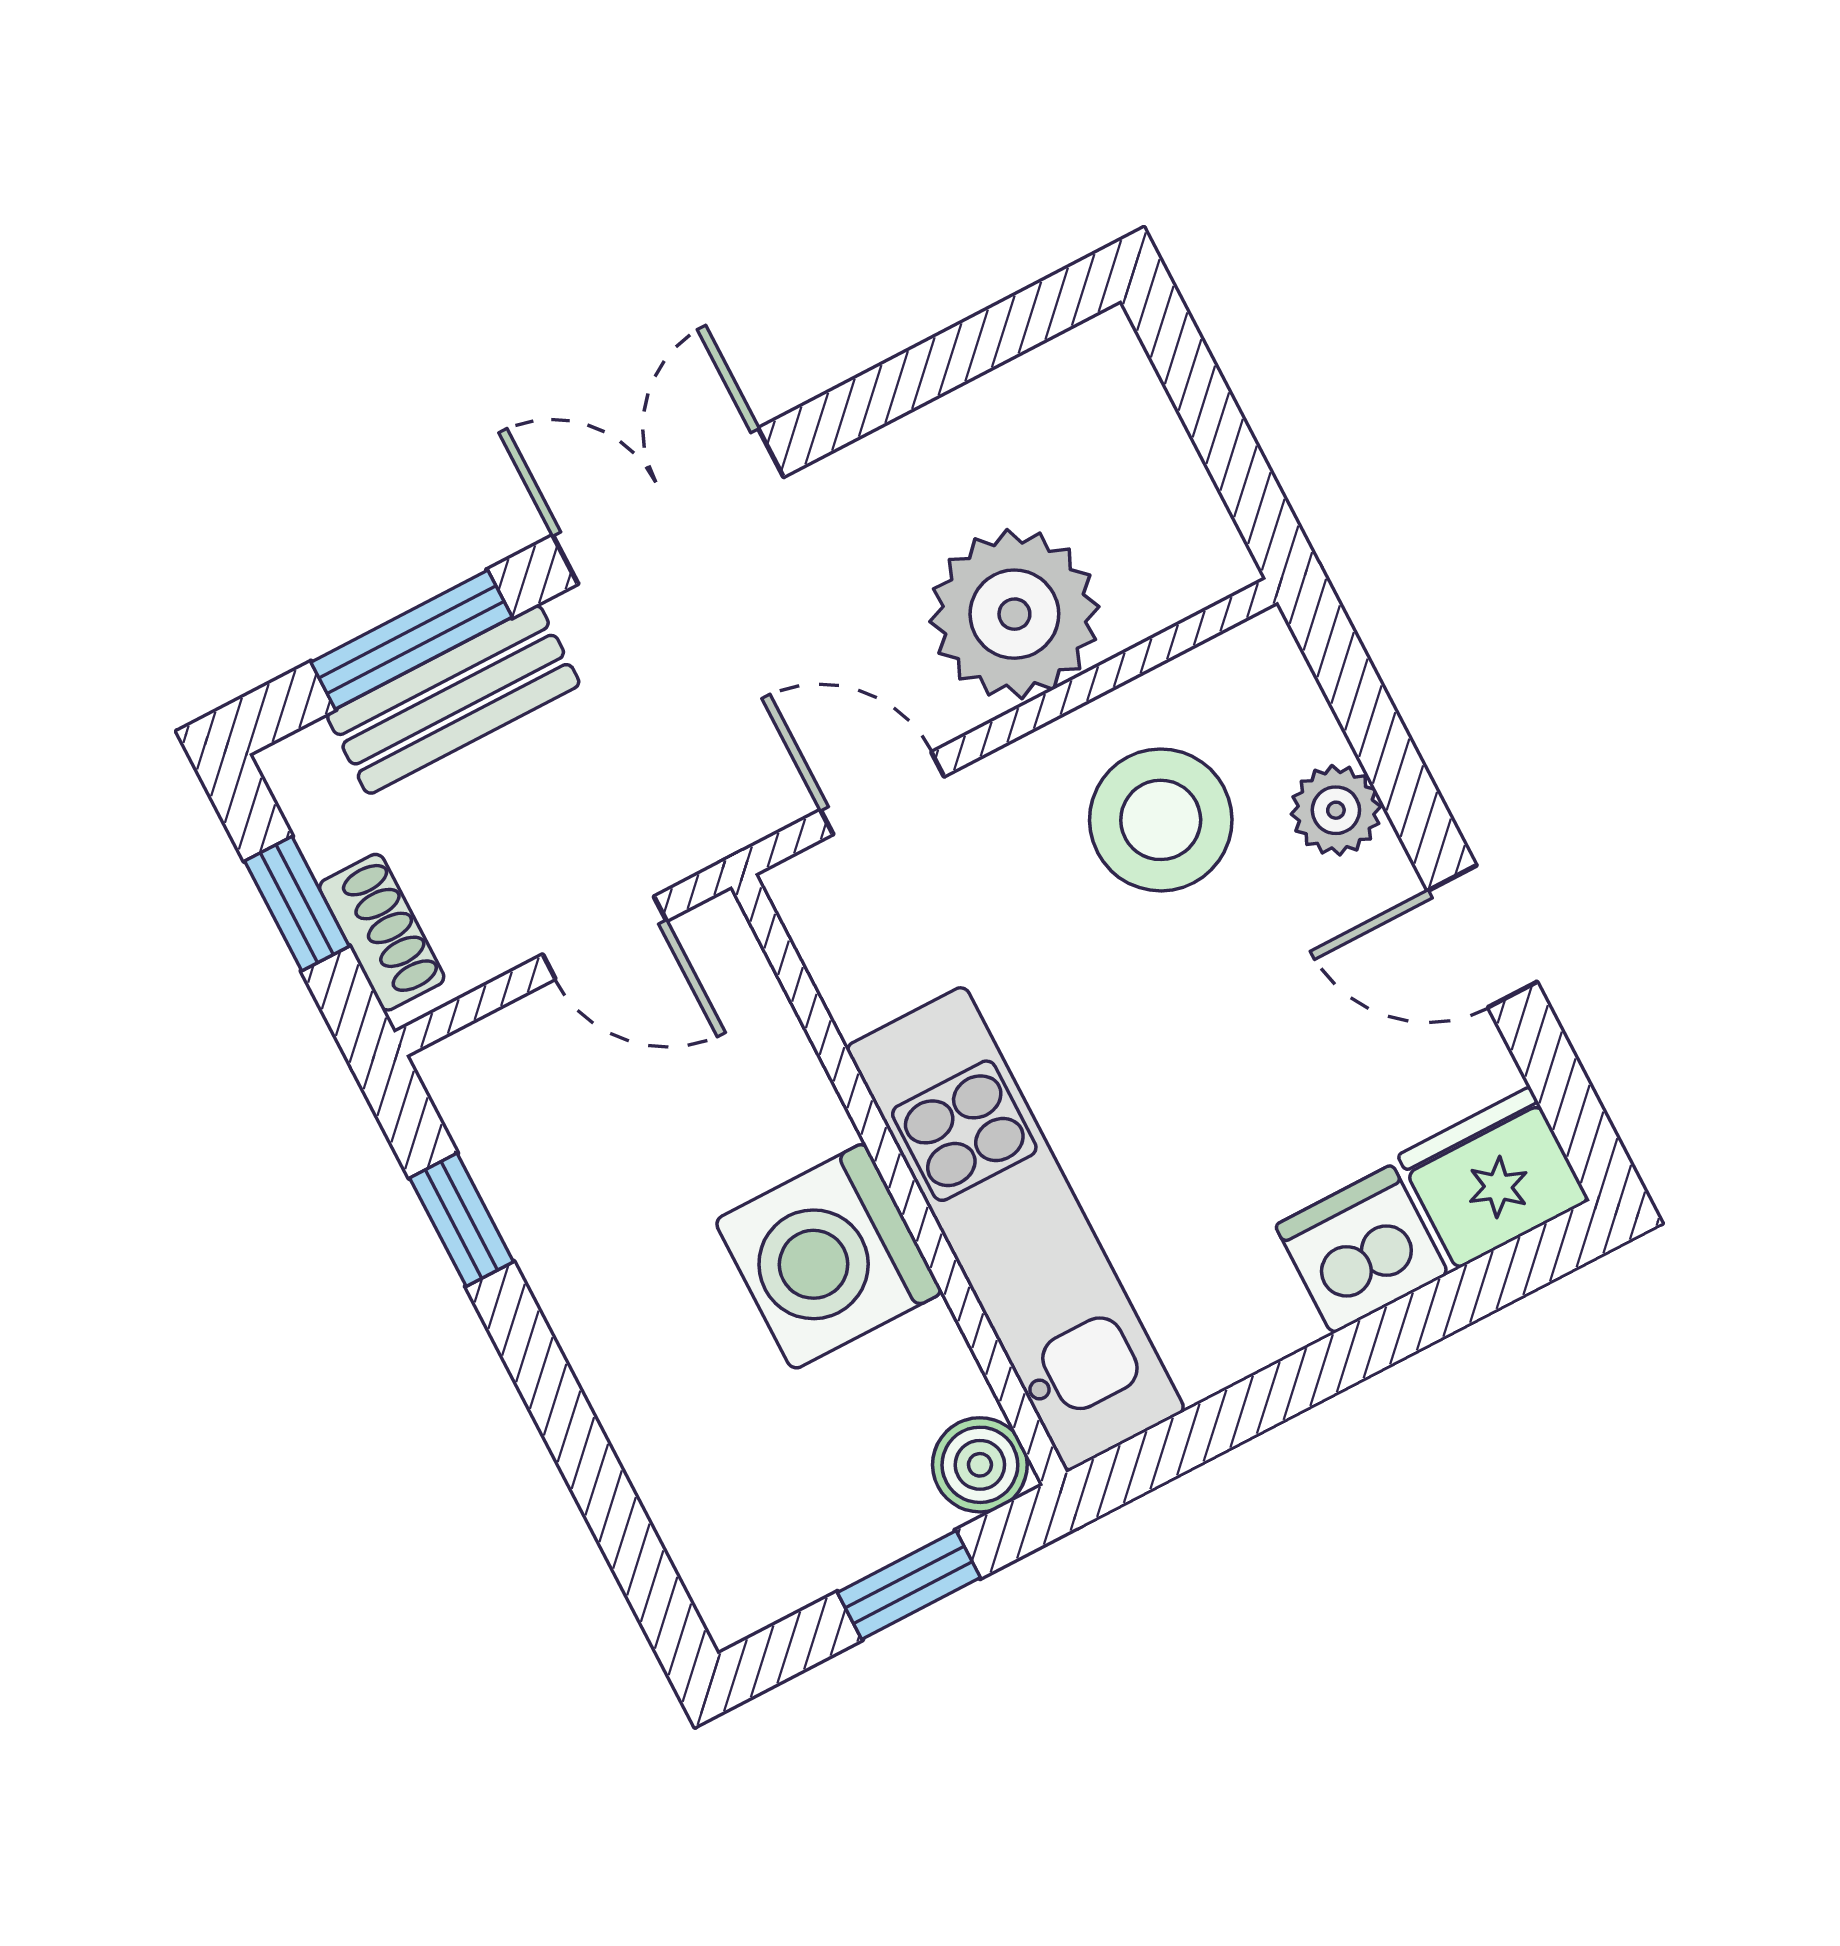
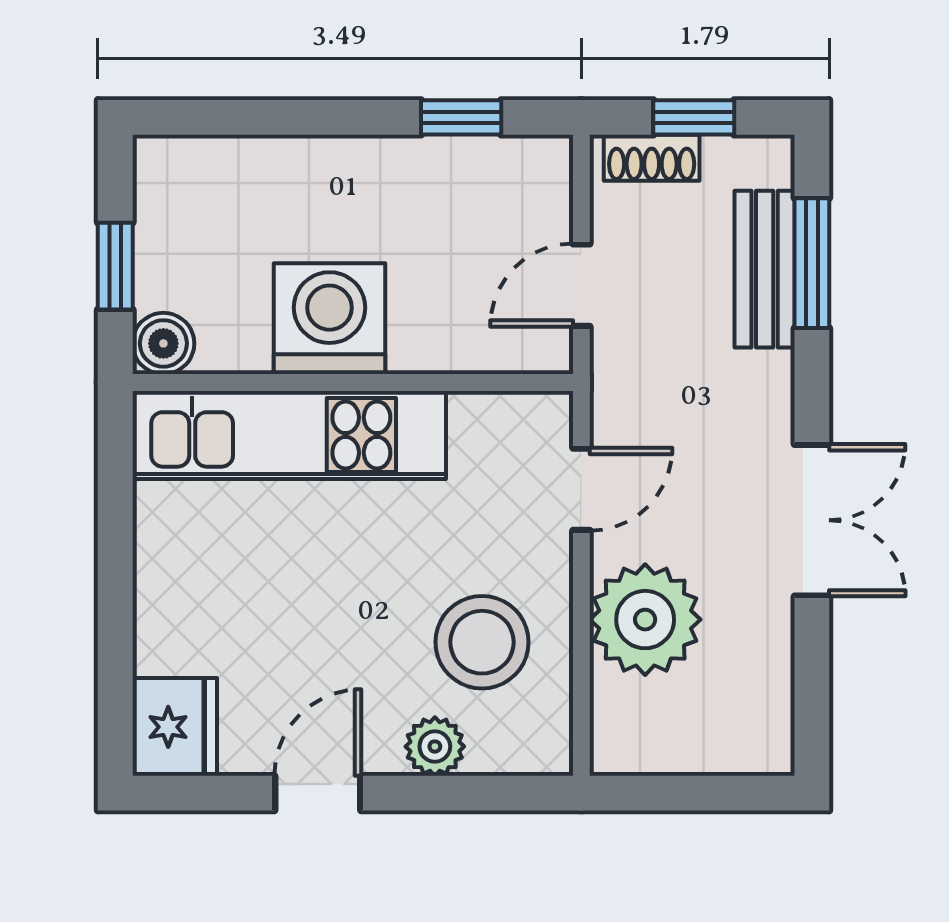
double door: (668, 506) -> (812, 520), moved
dishwasher: (1362, 1249) -> (173, 629), removed

